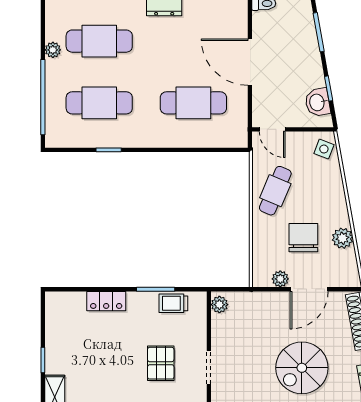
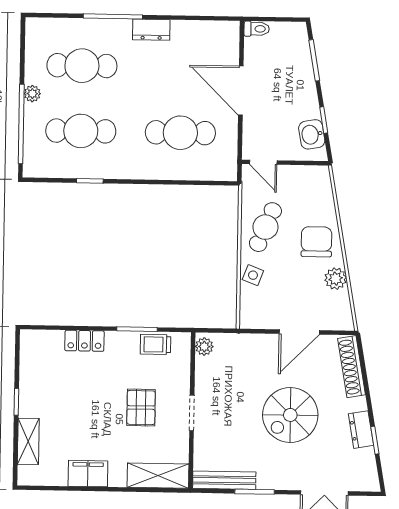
plant: (53, 50) -> (32, 94), moved
side table: (324, 149) -> (253, 275), moved
chair: (303, 238) -> (316, 242), moved
plant: (280, 279) -> (269, 321), removed

